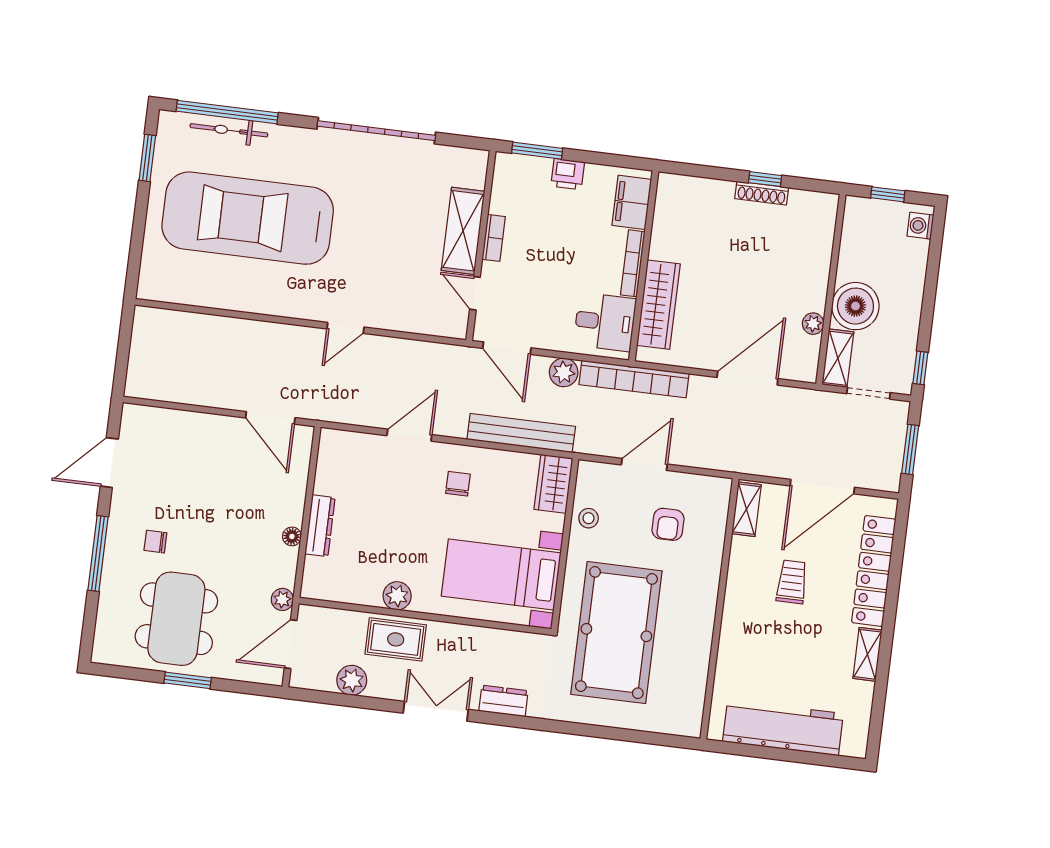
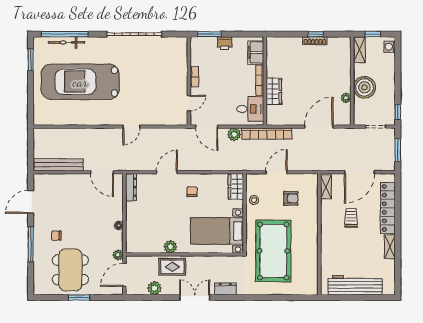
shelving: (463, 231) -> (180, 75), removed
door: (475, 293) -> (189, 103), swing flipped
wardrobe: (658, 305) -> (274, 91), width x0.67
shelving: (838, 358) -> (359, 50), moved
bench: (521, 433) -> (59, 165), moved
armchair: (668, 524) -> (291, 198), turned -90
dresser: (320, 526) -> (131, 187), moved

